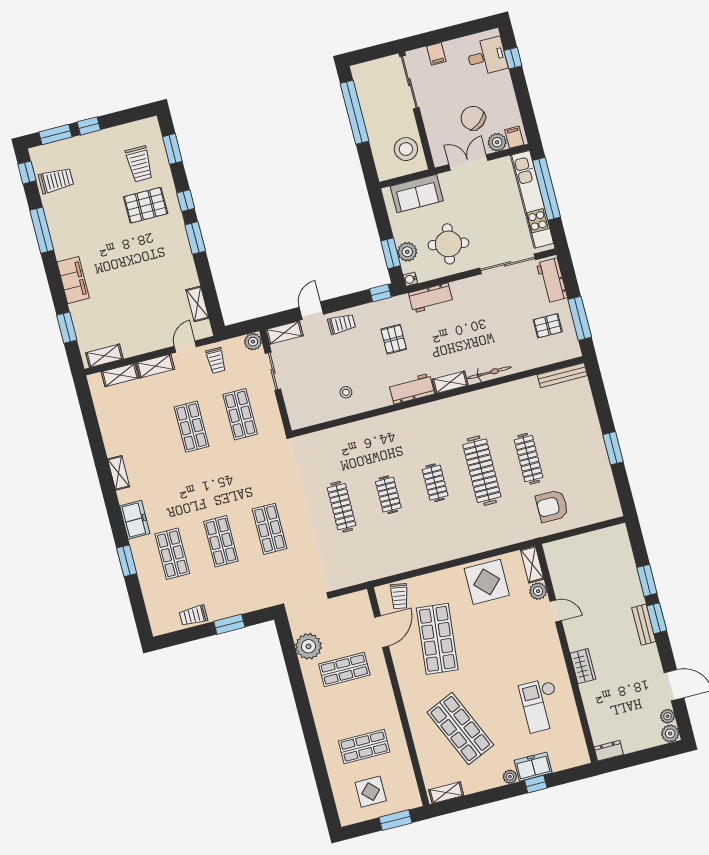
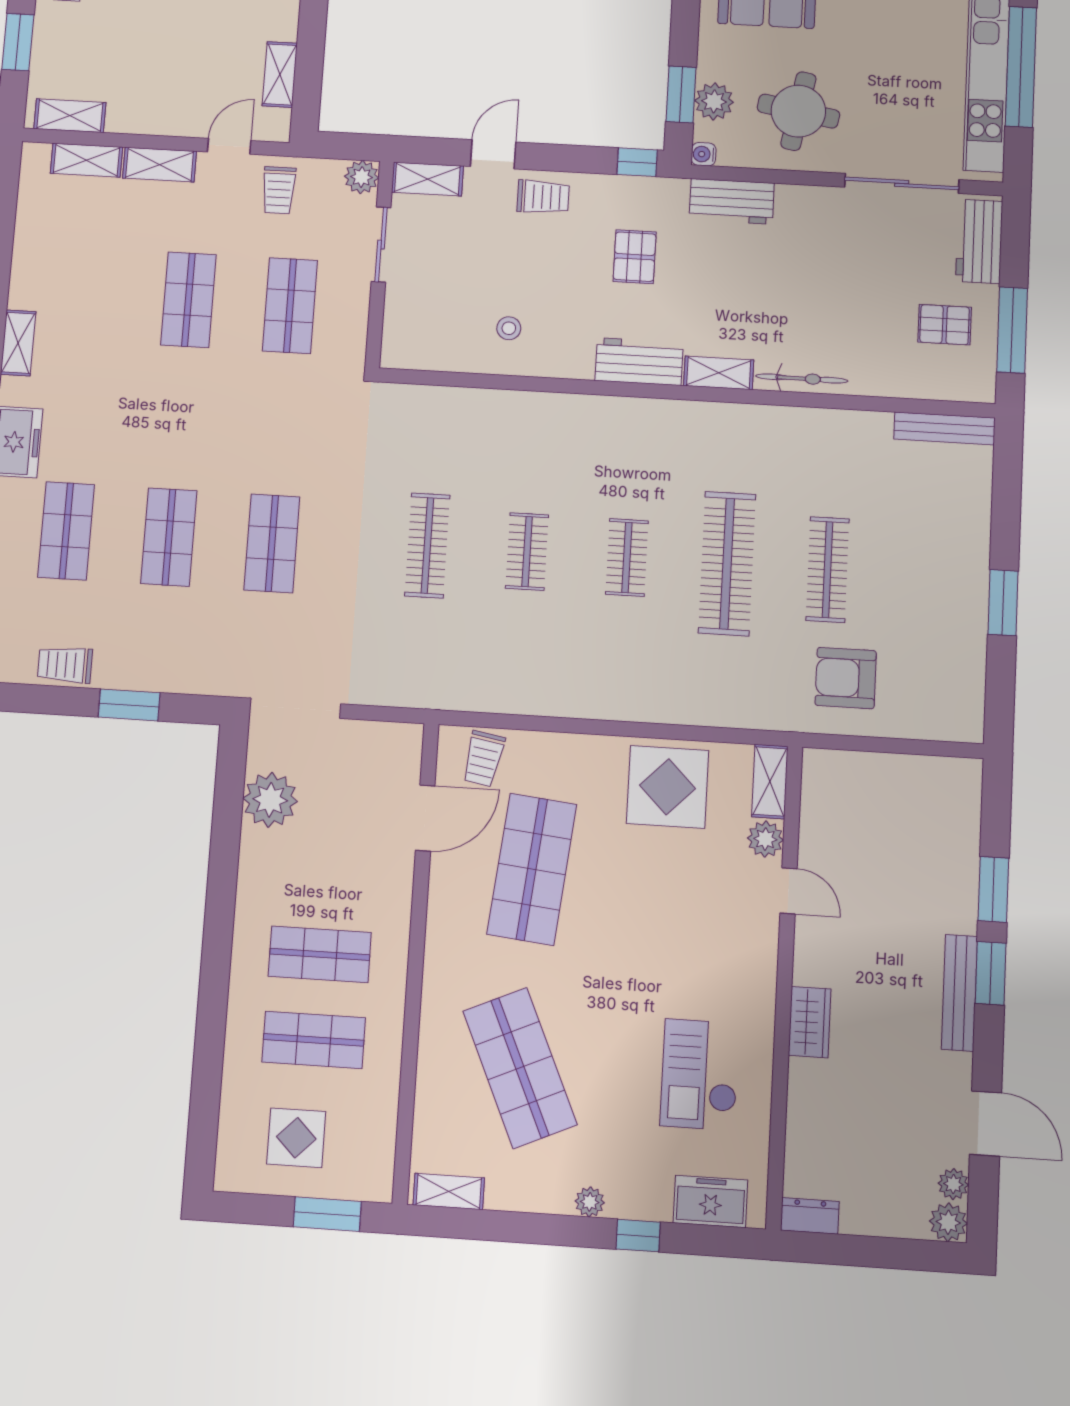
bench: (644, 625) -> (959, 993), width x1.36
shop shelf: (344, 669) -> (320, 954), moved
freezer: (533, 767) -> (710, 1201), moved

